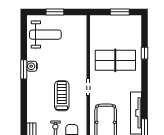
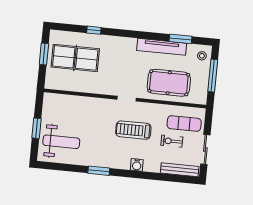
weight bench: (45, 35) -> (61, 142), turned 90
table tennis table: (115, 60) -> (75, 58), moved, turned 90
water cooler: (32, 66) -> (137, 165), moved

